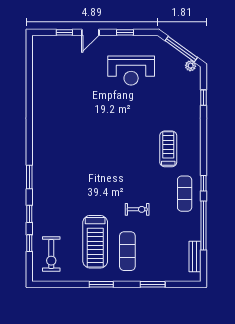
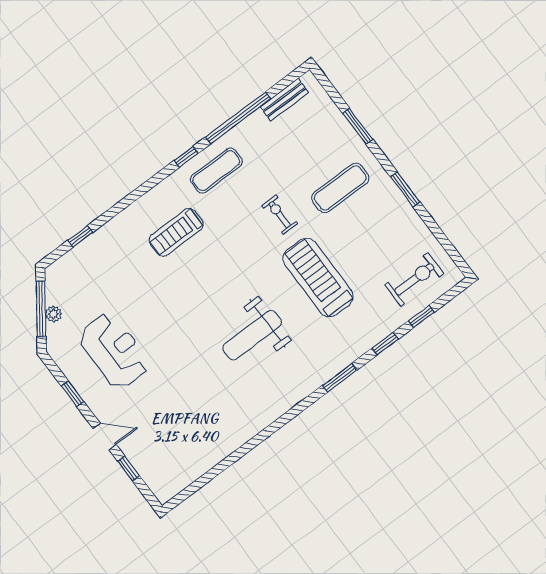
plant: (191, 66) -> (53, 314), moved
weight bench: (85, 148) -> (252, 335), added
treadmill: (95, 242) -> (318, 278), moved, turned -90

